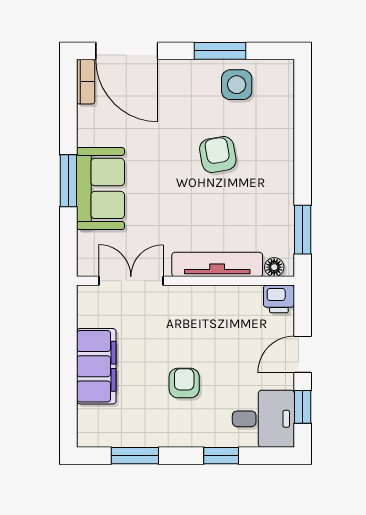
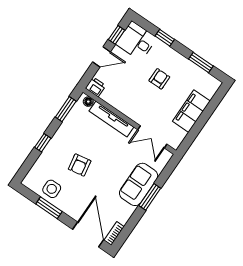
window: (303, 150) -> (43, 143), added
armchair: (184, 383) -> (159, 79), turned 180

